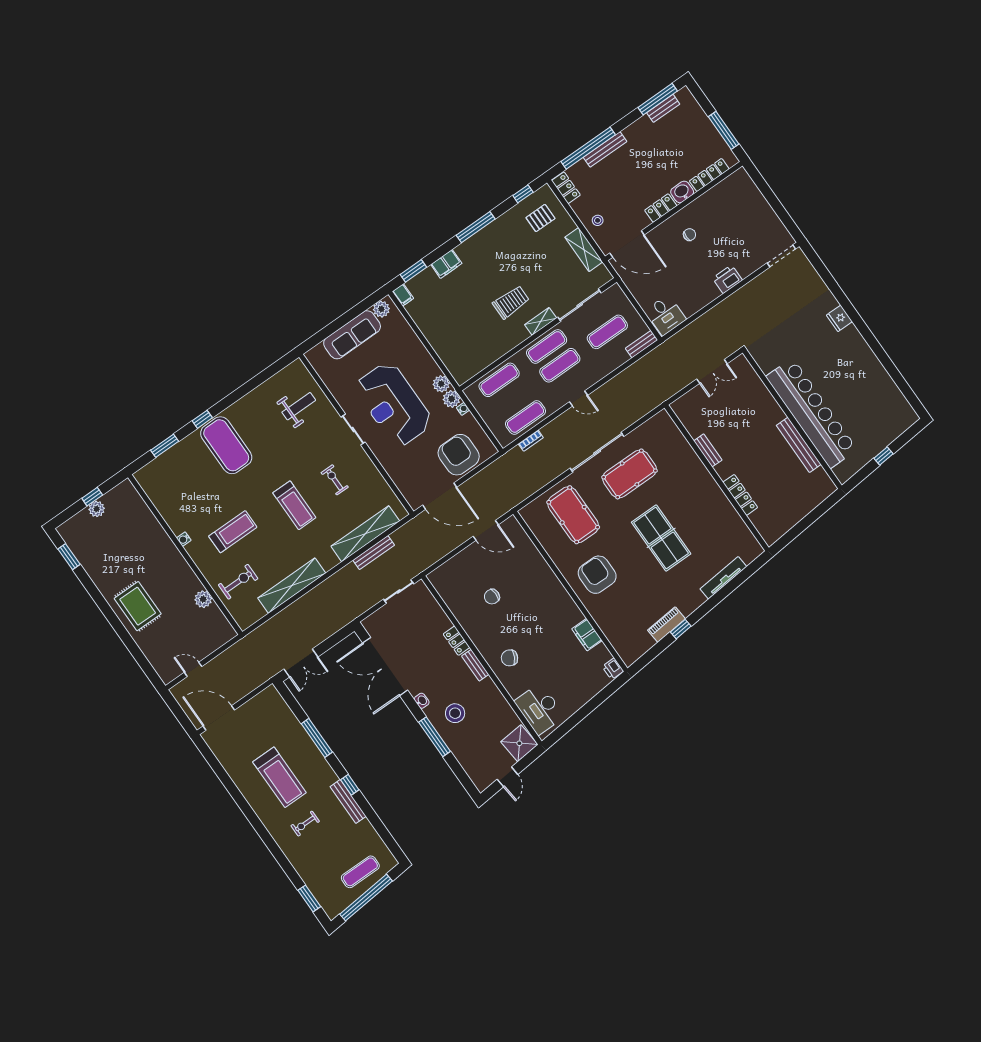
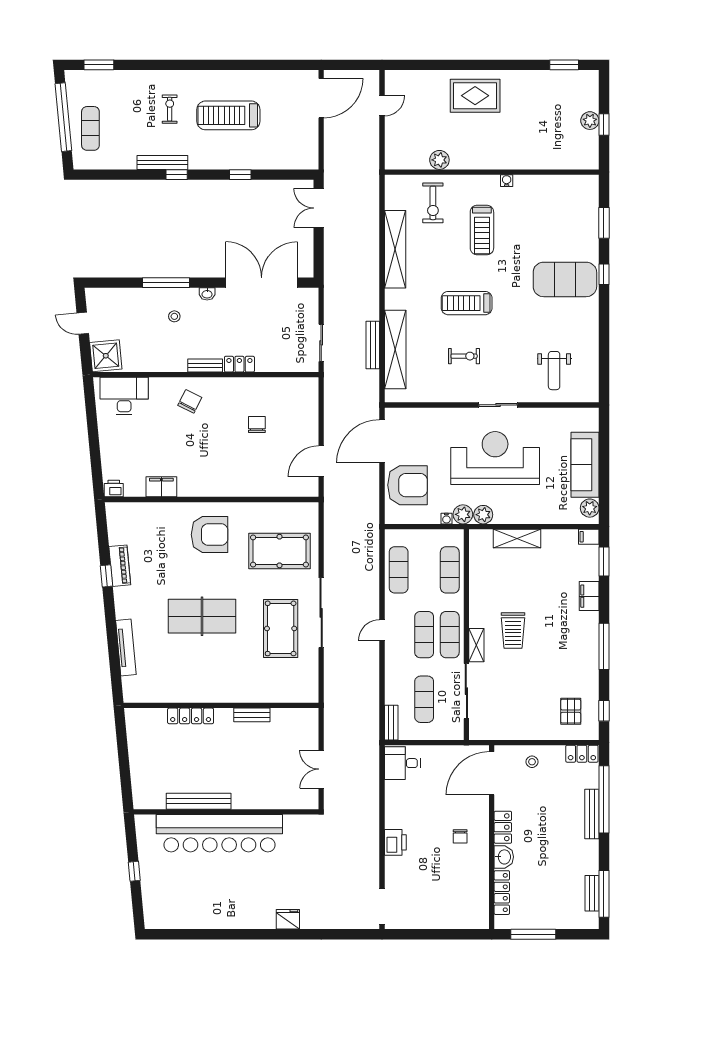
shelving: (584, 250) -> (517, 539), moved
bookcase: (531, 441) -> (374, 560), removed
stool: (455, 713) -> (174, 316), width x0.53, depth x0.53
window: (317, 738) -> (240, 175), width x0.46

